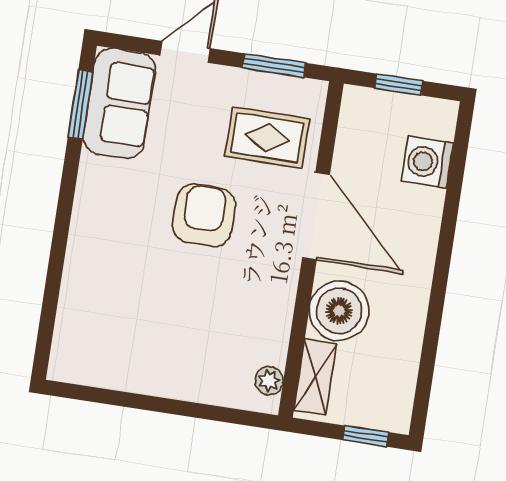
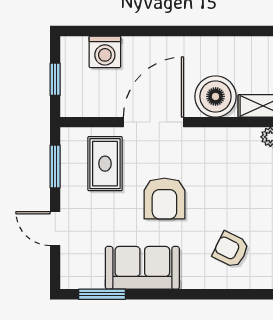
sofa: (119, 103) -> (142, 268), moved
armchair: (204, 215) -> (164, 199), turned -90
armchair: (116, 299) -> (231, 250), added

